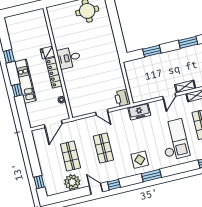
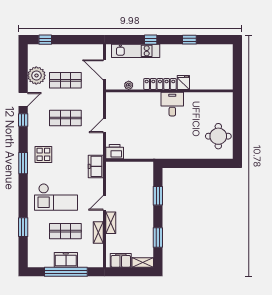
kitchen unit: (25, 81) -> (136, 51), moved
door: (169, 96) -> (105, 203), hinge flipped

